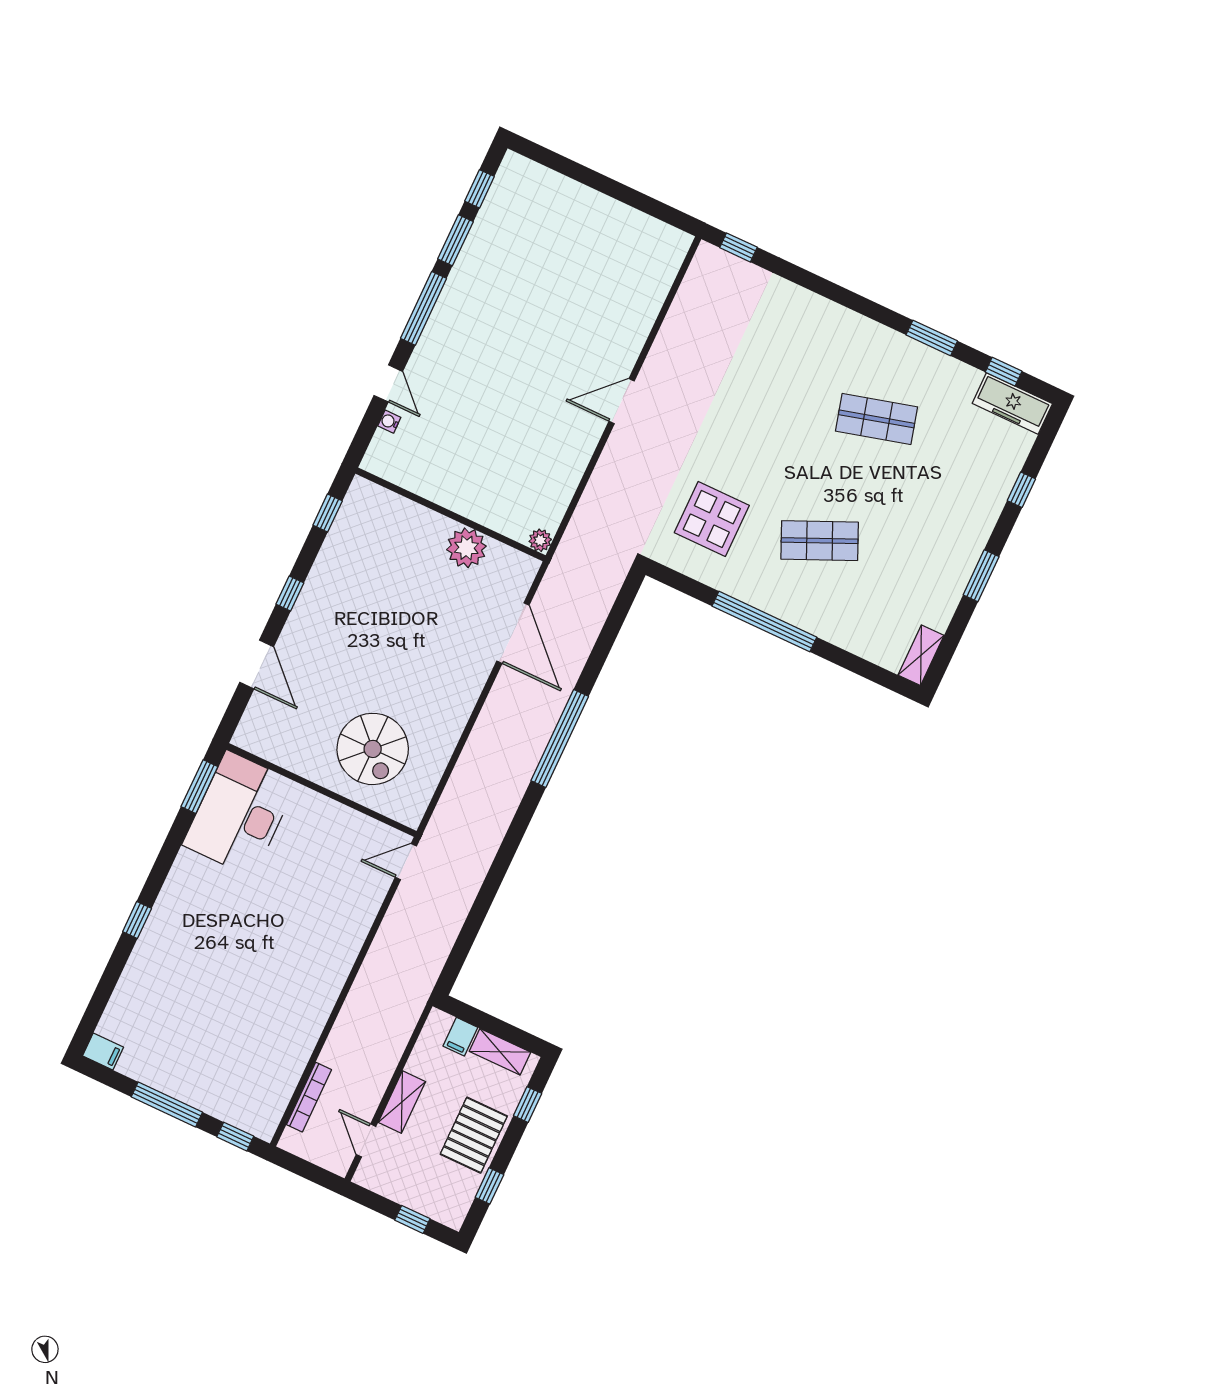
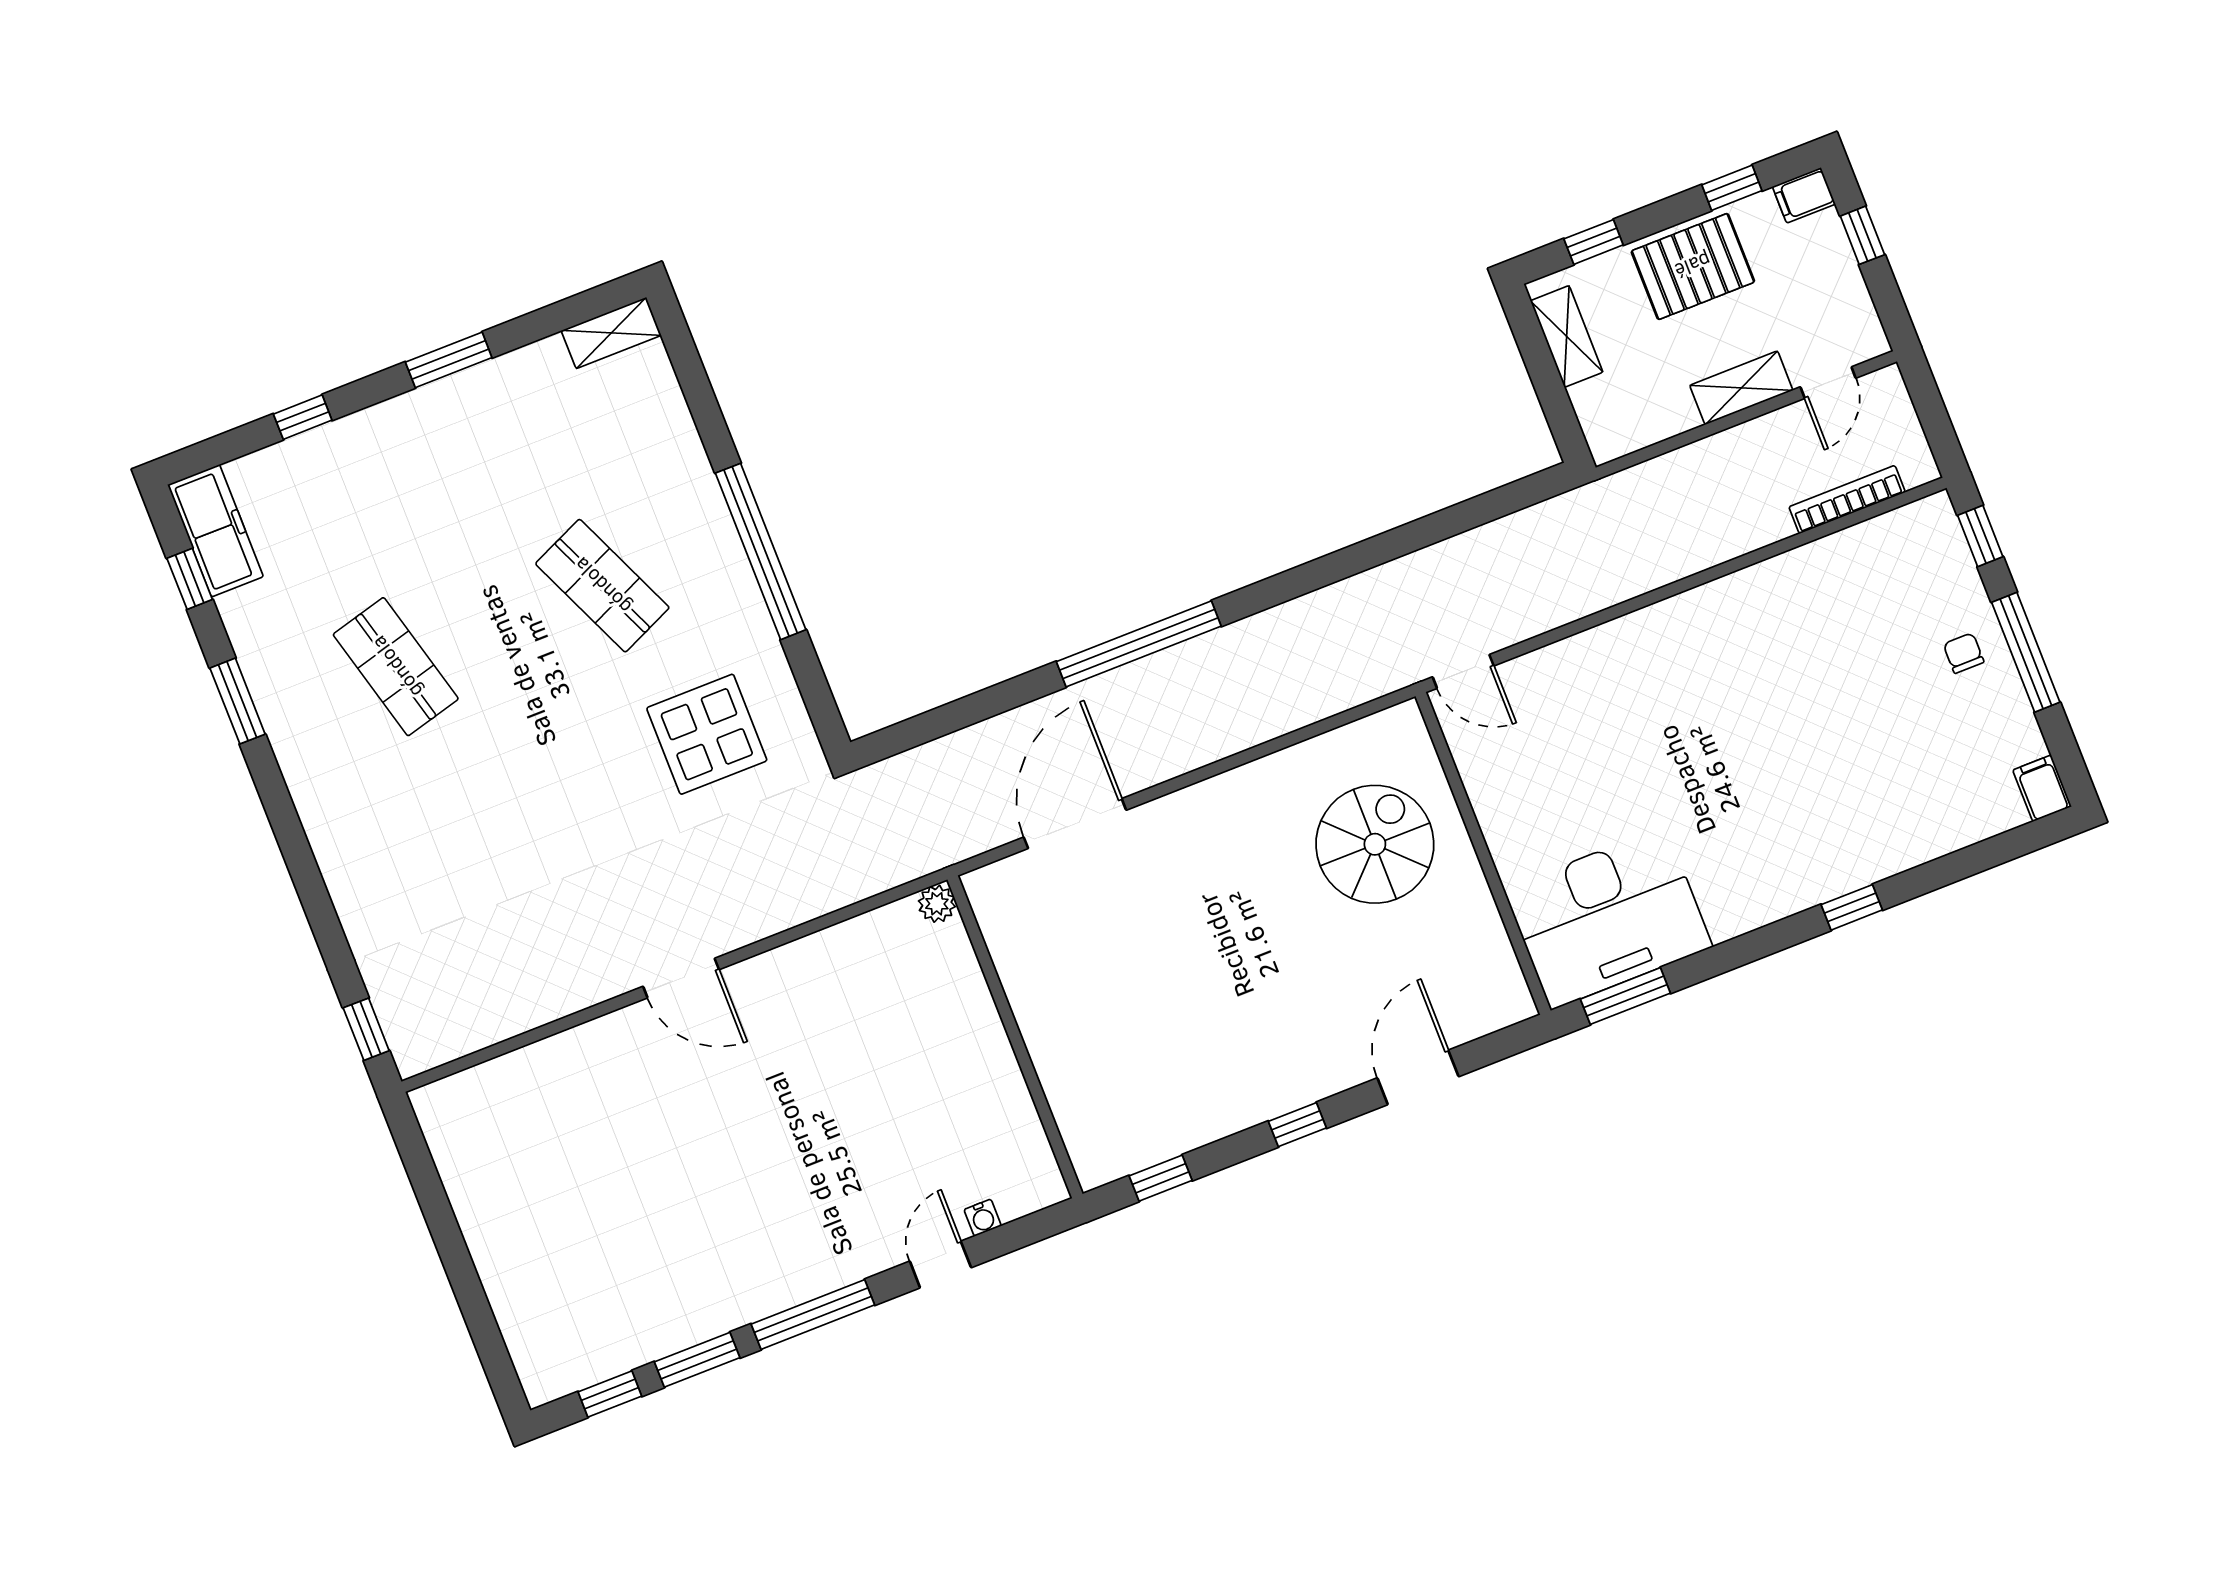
plant: (466, 548) -> (1034, 979), removed
filing cabinet: (460, 1037) -> (1804, 195), moved, turned 180
chair: (194, 1078) -> (1964, 653), added

